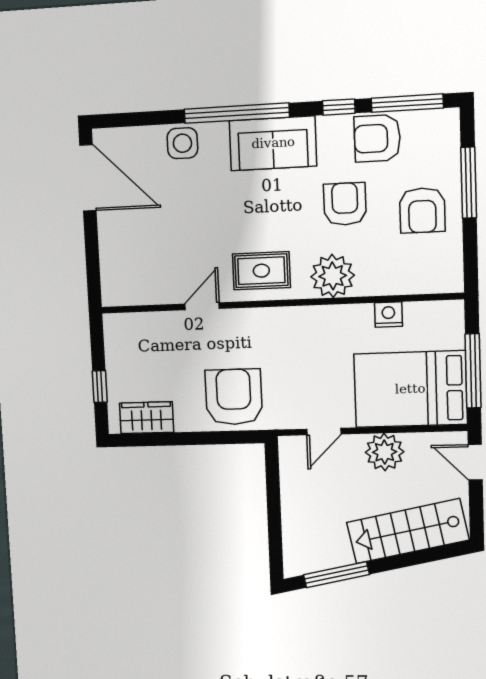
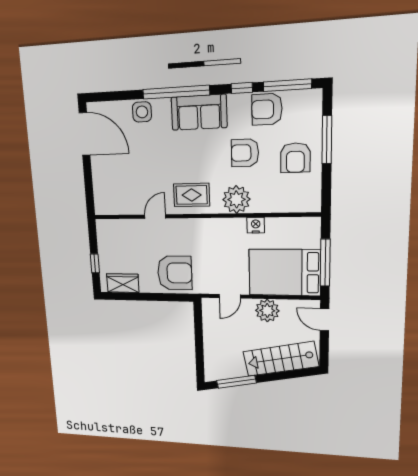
armchair: (345, 204) -> (245, 153), turned -90
nightstand: (388, 315) -> (256, 225), moved
armchair: (234, 397) -> (175, 273), turned 90

